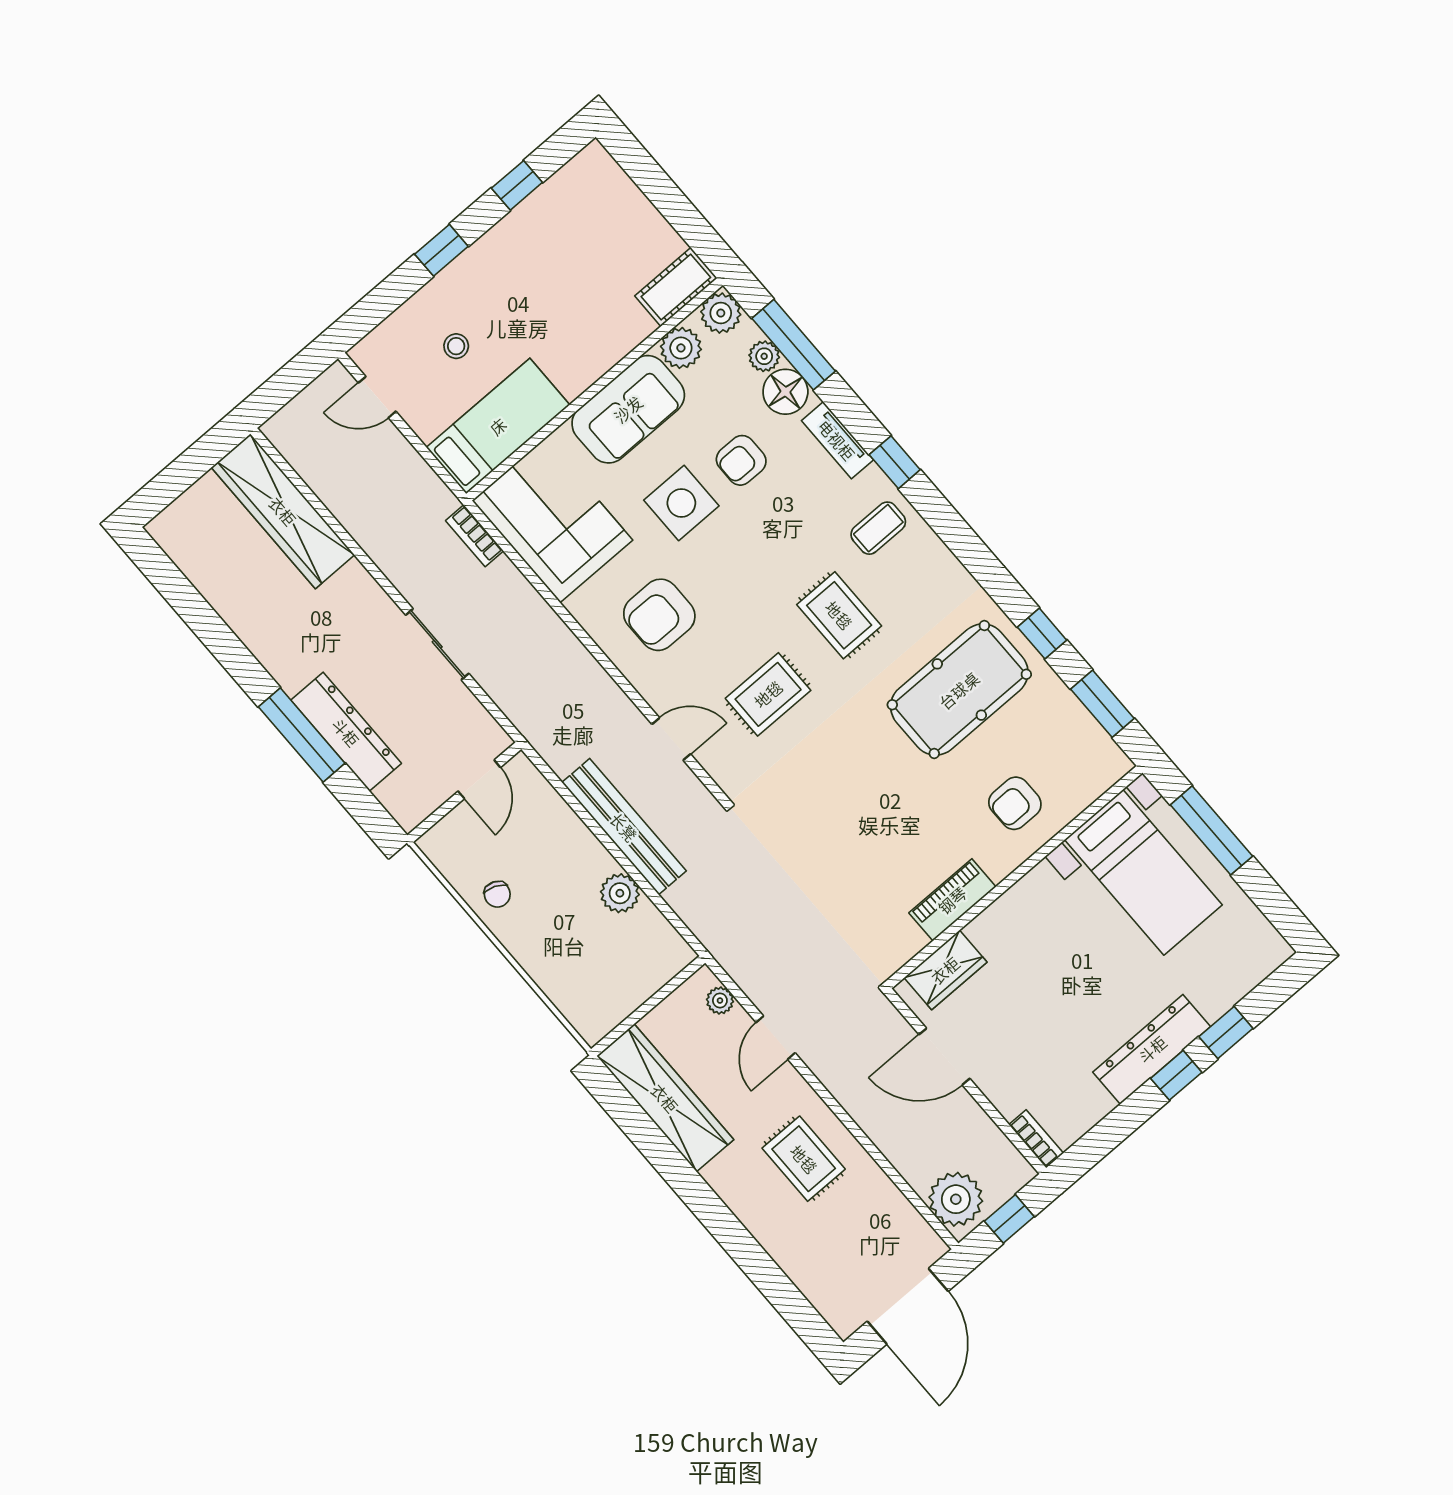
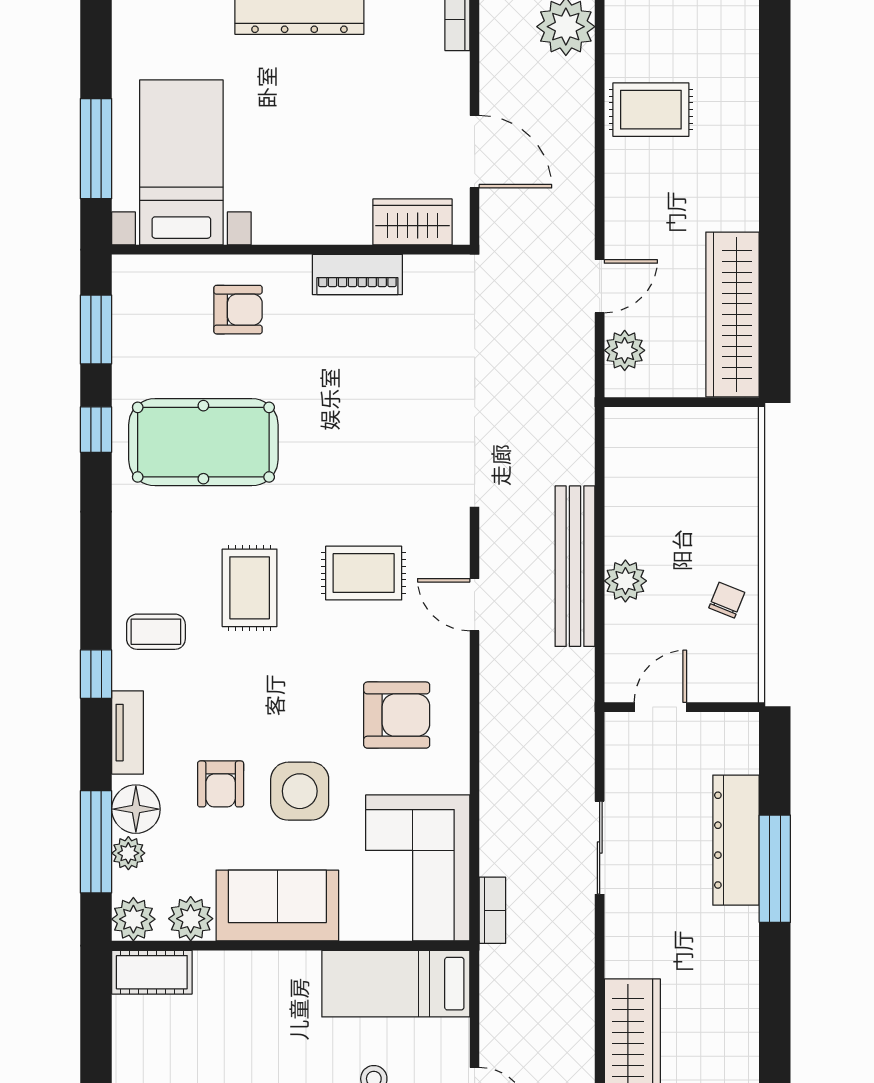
armchair: (741, 460) -> (221, 784), turned 90
plant: (620, 893) -> (625, 581), moved
plant: (720, 1001) -> (625, 350), width x1.38, depth x1.38
rug: (804, 1159) -> (651, 110), moved, turned 90

